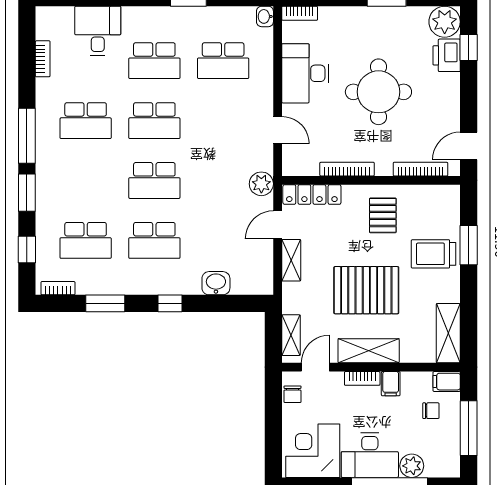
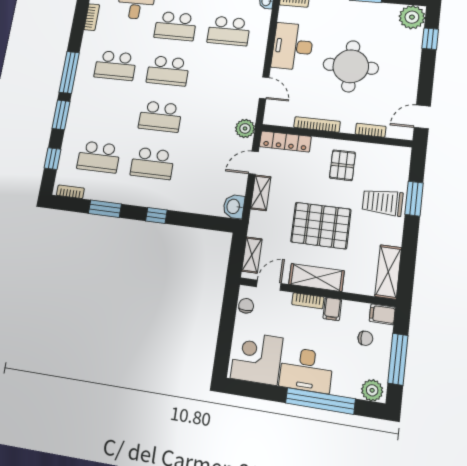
printer: (447, 55) -> (411, 43), removed
bookcase: (420, 169) -> (371, 130), width x0.64
washbasin: (216, 283) -> (234, 206), moved, turned -90
chair: (292, 394) -> (246, 306), turned 180
plant: (412, 466) -> (372, 390), moved

